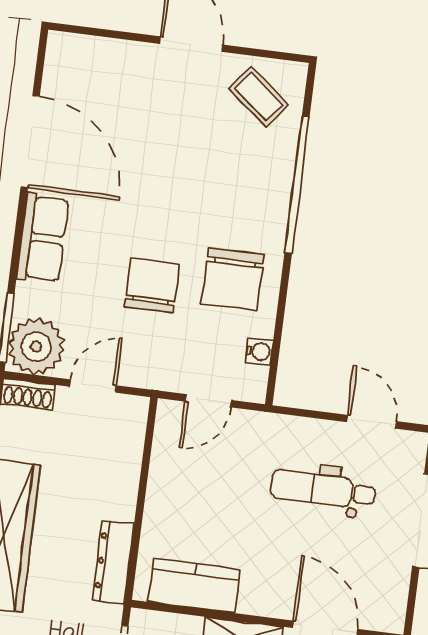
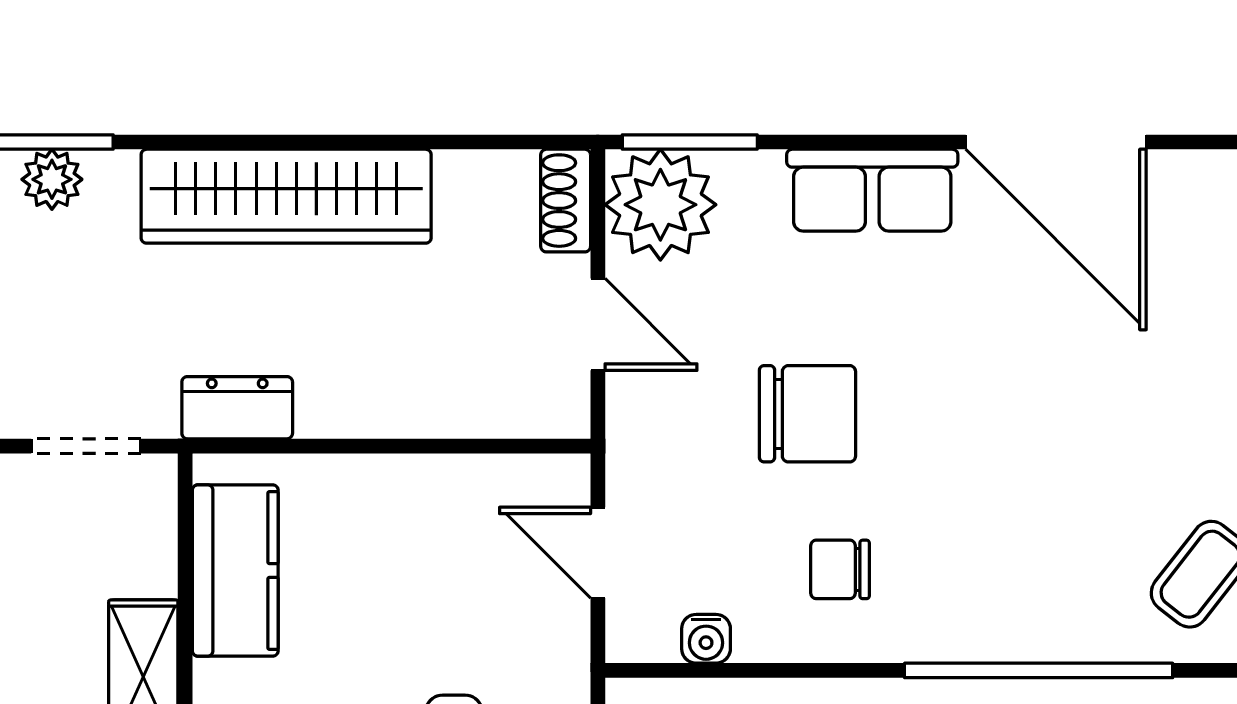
door: (30, 142) -> (1056, 142), hinge flipped
chair: (233, 279) -> (840, 569), width x0.54, depth x0.54
dresser: (113, 562) -> (237, 408), width x0.70

